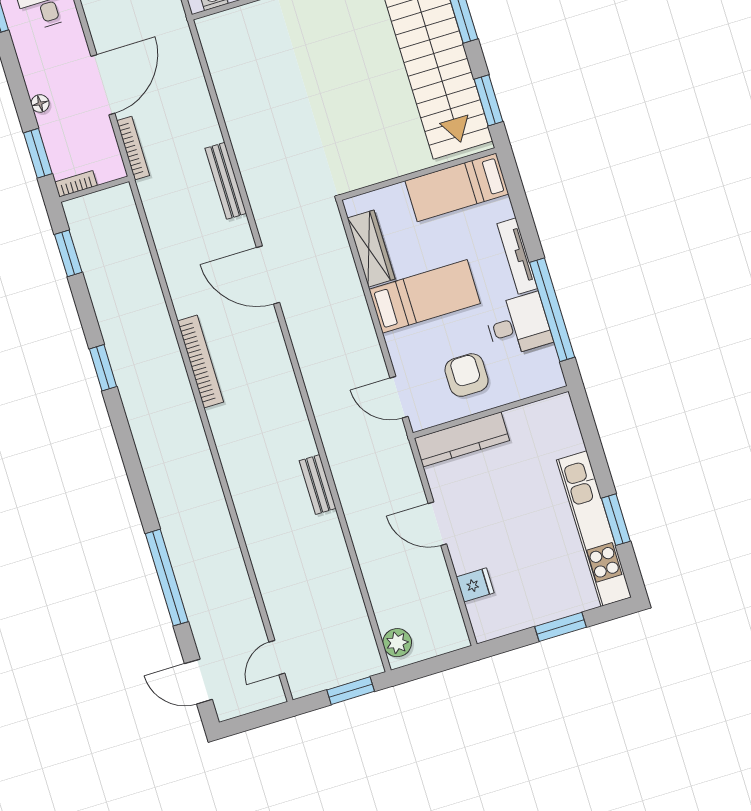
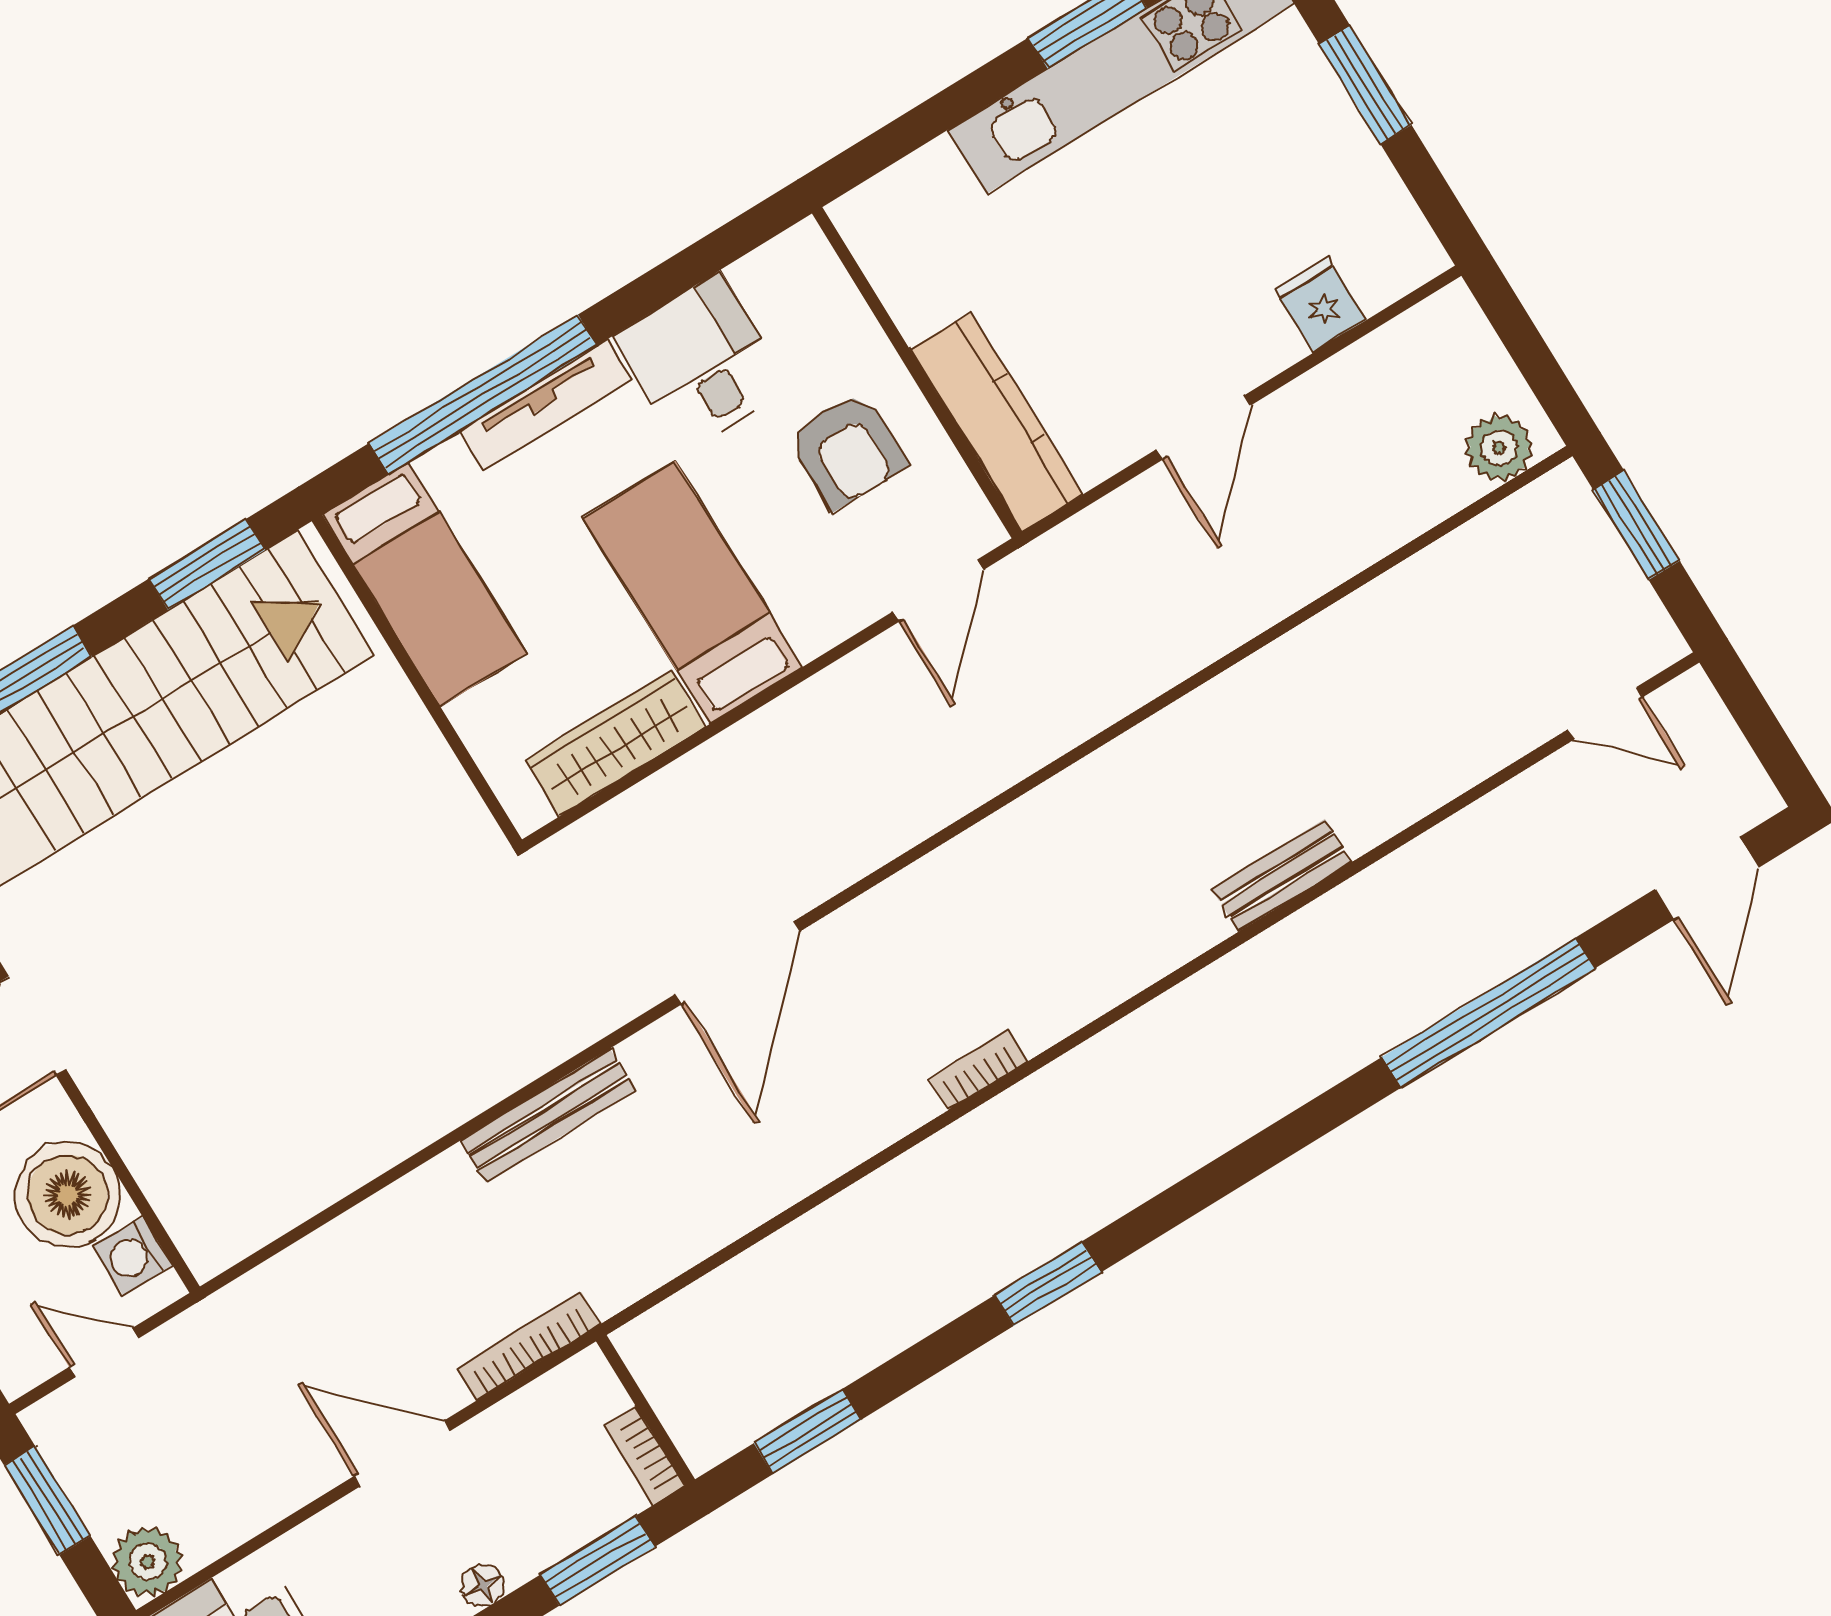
door: (103, 85) -> (402, 1453), width x0.73
window: (552, 310) -> (483, 394), moved
bookcase: (200, 361) -> (978, 1070), width x0.43, depth x0.76
armchair: (467, 375) -> (847, 450), turned -90
bench: (318, 485) -> (1282, 875), moved

